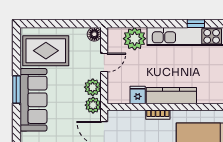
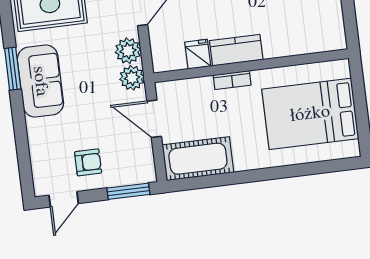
kitchen counter: (171, 96) -> (236, 50), width x0.67
sofa: (33, 100) -> (40, 81), width x0.73

